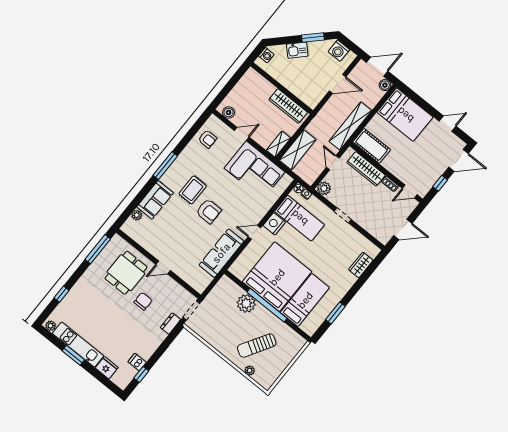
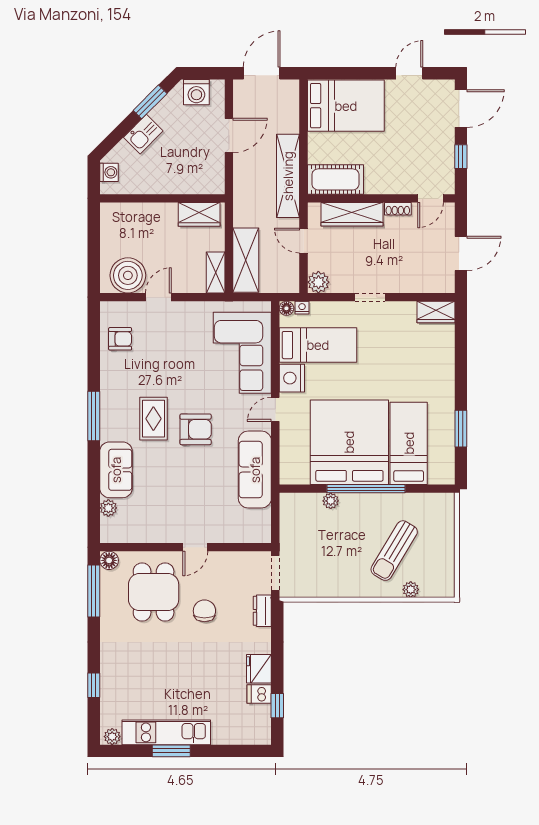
boiler: (385, 85) -> (290, 89), removed
wardrobe: (288, 106) -> (199, 214), width x0.67
boiler: (228, 112) -> (128, 275), width x1.86, depth x1.86
corner sofa: (255, 170) -> (242, 353), moved, turned 90
floor lamp: (117, 240) -> (109, 560), added
wardrobe: (361, 265) -> (436, 312), moved, turned -90
plant: (246, 303) -> (331, 501), width x0.53, depth x0.53
fridge: (107, 368) -> (259, 669), moved, turned -90

